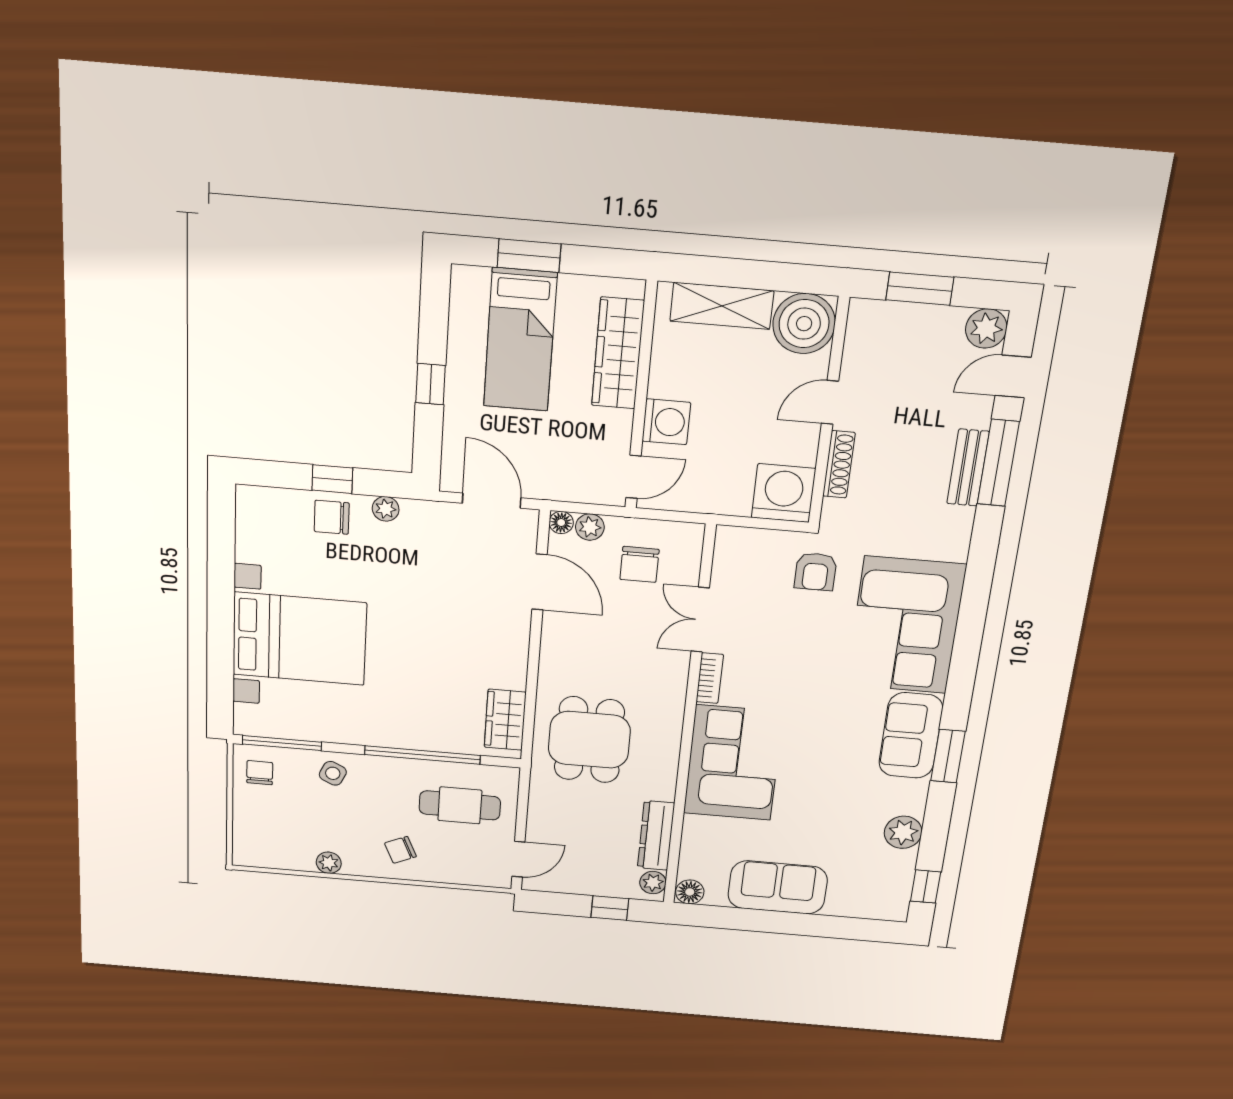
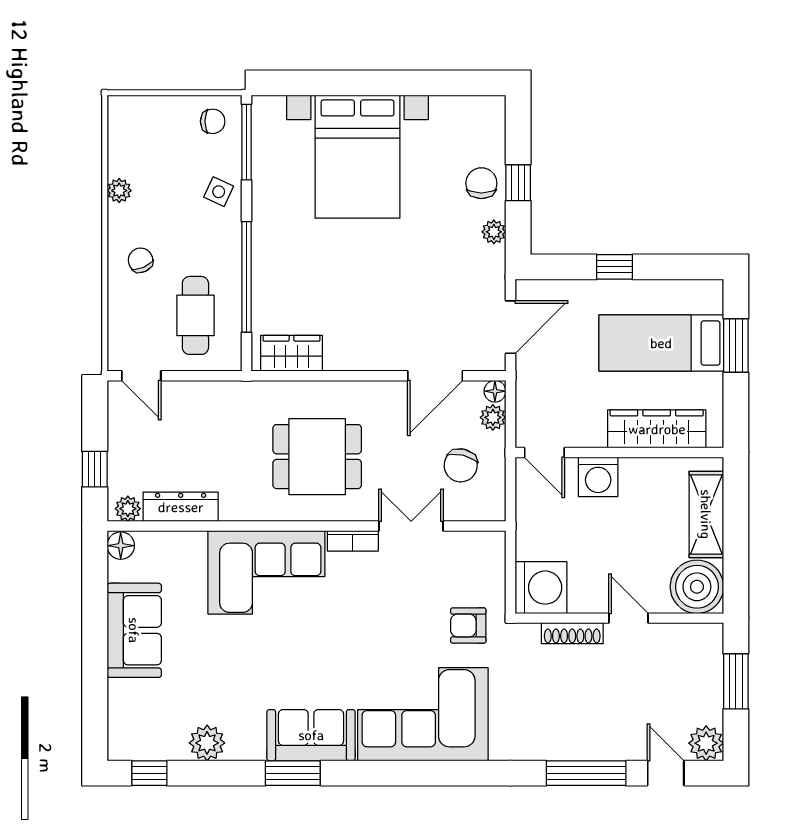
bench: (968, 468) -> (579, 747), removed
chair: (639, 564) -> (461, 465), turned -76
dining table: (589, 740) -> (317, 457), moved

